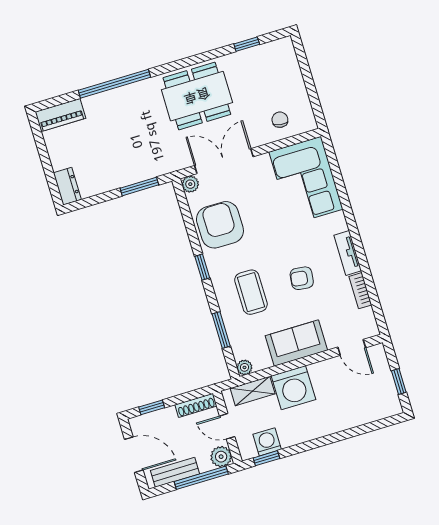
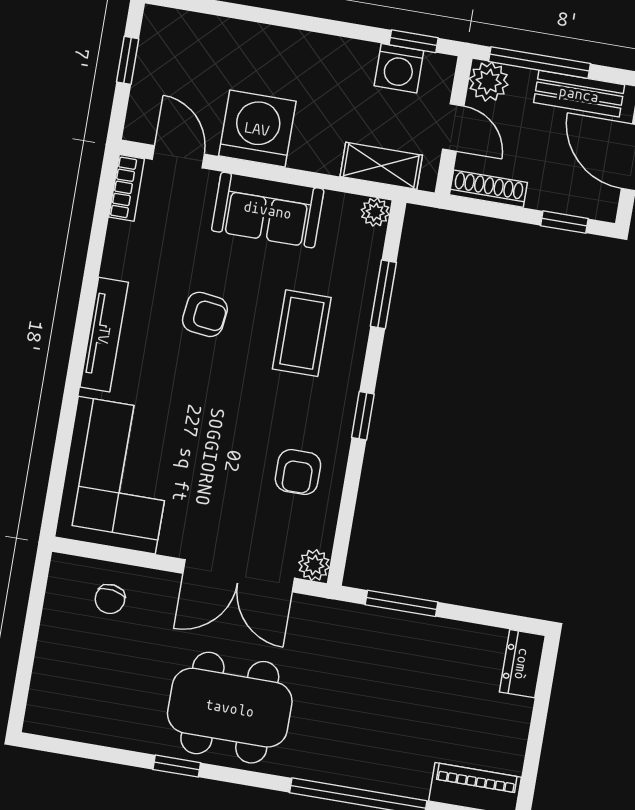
window: (247, 44) -> (177, 766), moved
armchair: (220, 225) -> (298, 472), width x0.53, depth x0.53
tv unit: (348, 253) -> (104, 335), width x1.41
bookcase: (360, 291) -> (127, 188), moved
washing machine: (293, 388) -> (257, 129), moved

